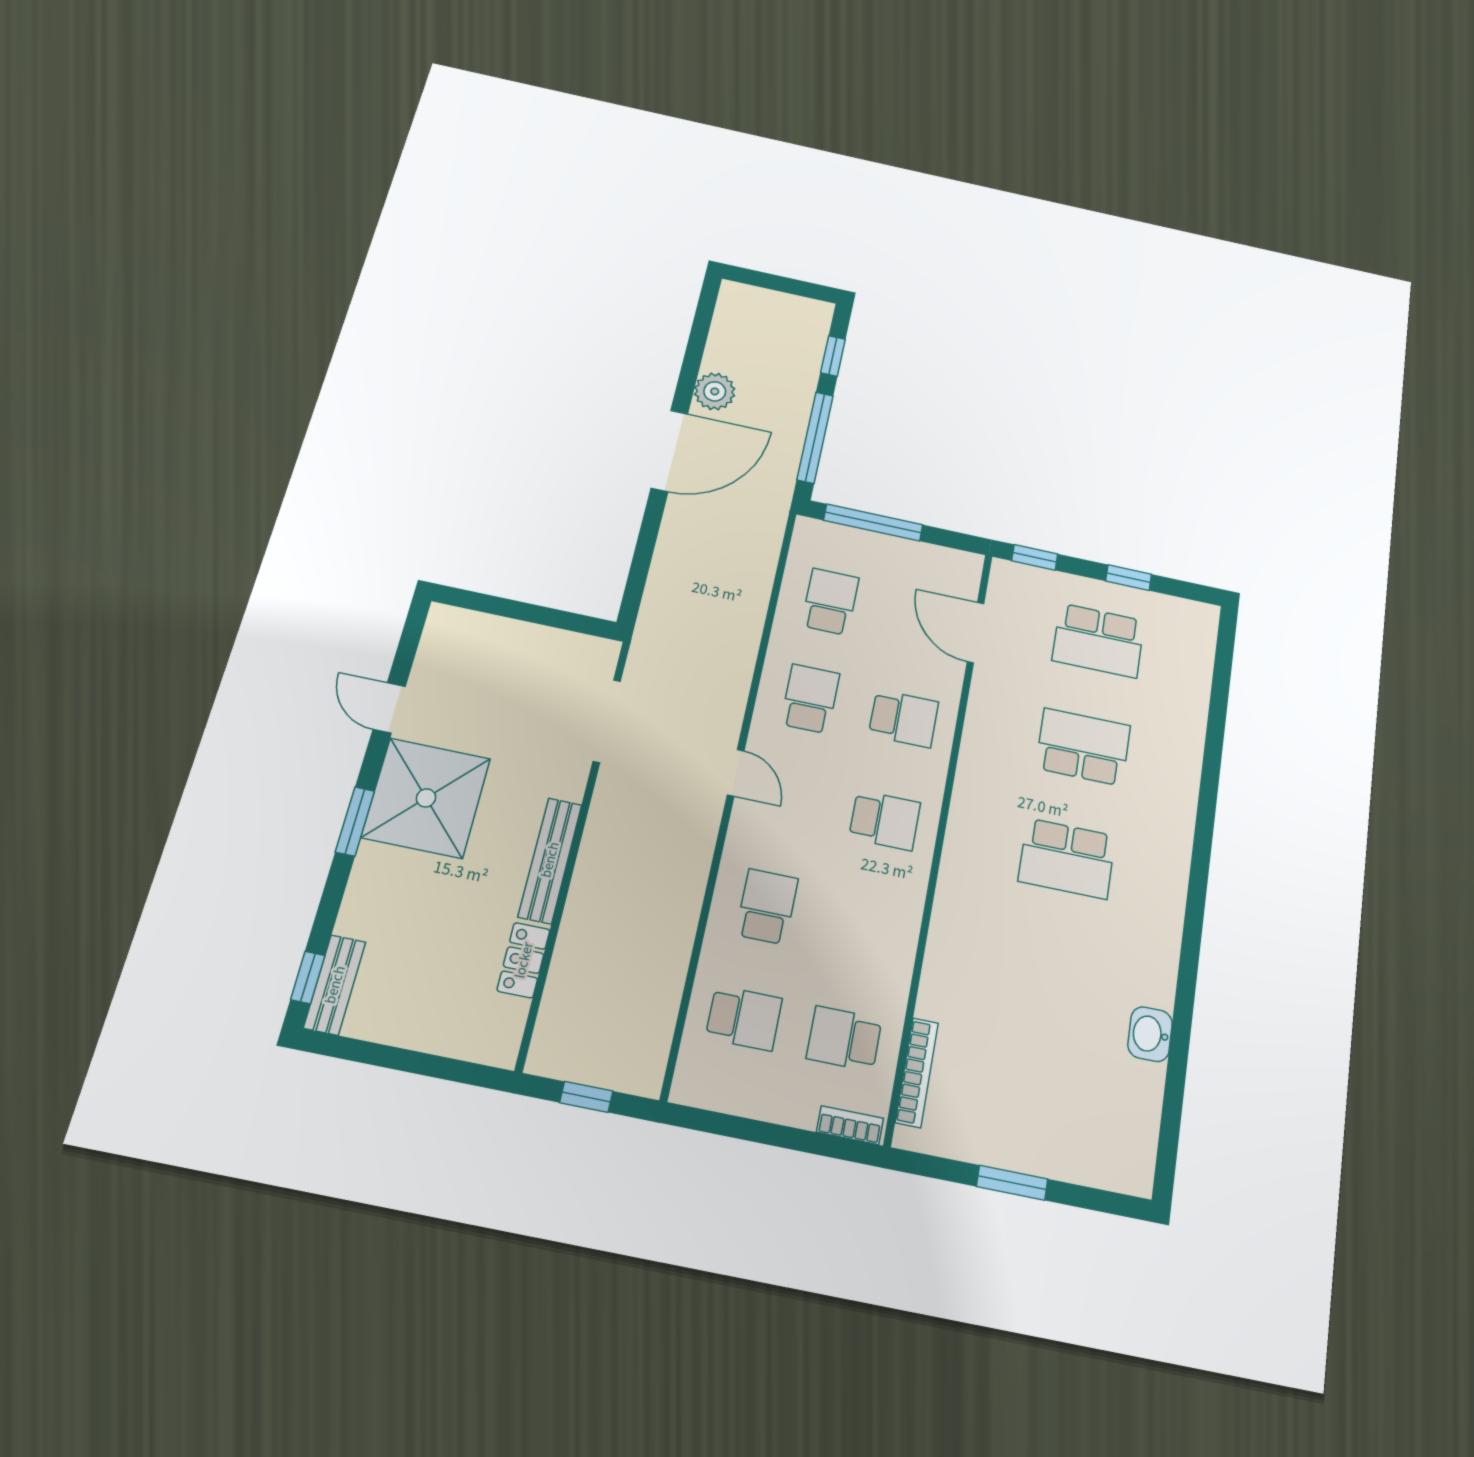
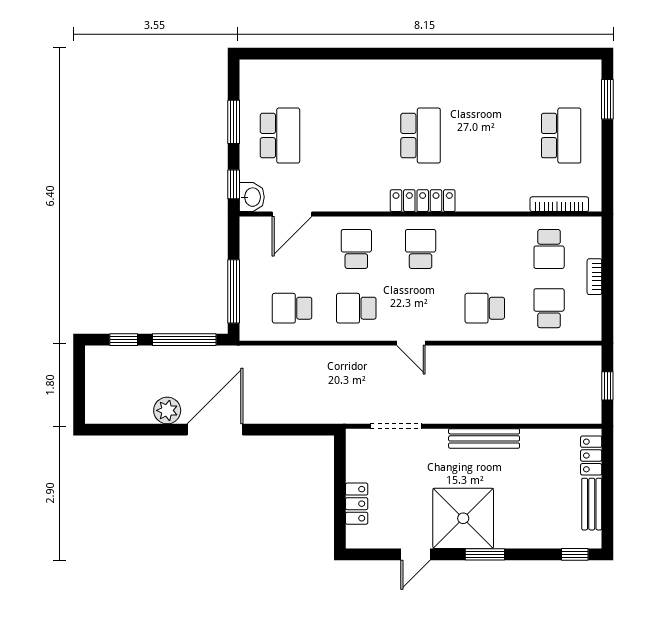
door: (669, 451) -> (215, 430), hinge flipped
window: (1129, 578) -> (234, 122), width x1.50
locker: (498, 633) -> (357, 504), added
school desk: (1083, 747) -> (561, 136), moved, turned 180
door: (736, 773) -> (411, 343), swing flipped
locker: (962, 840) -> (423, 201), added
locker: (524, 960) -> (591, 455), moved, turned 90
bench: (335, 985) -> (592, 504), moved, turned 90
washbasin: (1150, 1034) -> (252, 197), moved, turned -90
bookcase: (850, 1125) -> (594, 277), moved
window: (1012, 1183) -> (607, 99), moved

